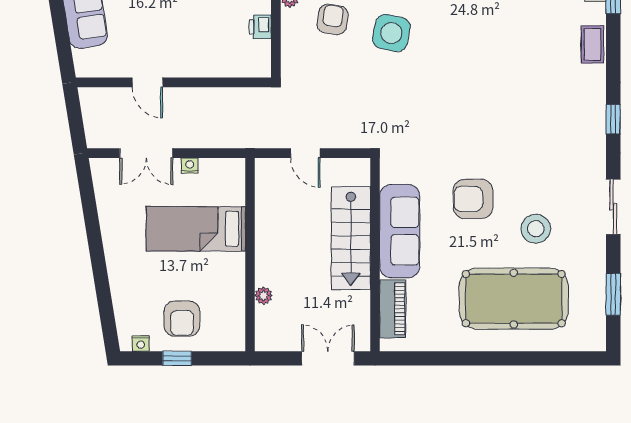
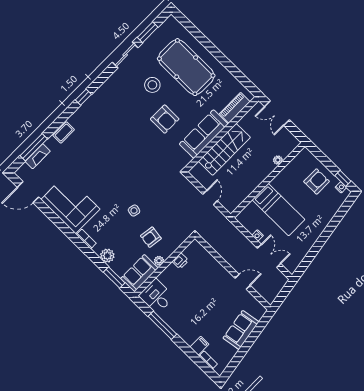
side table: (391, 33) -> (134, 211), width x0.54, depth x0.54
door: (147, 82) -> (243, 282), hinge flipped
sliding door: (613, 207) -> (125, 55), moved
window: (177, 358) -> (343, 178), moved

